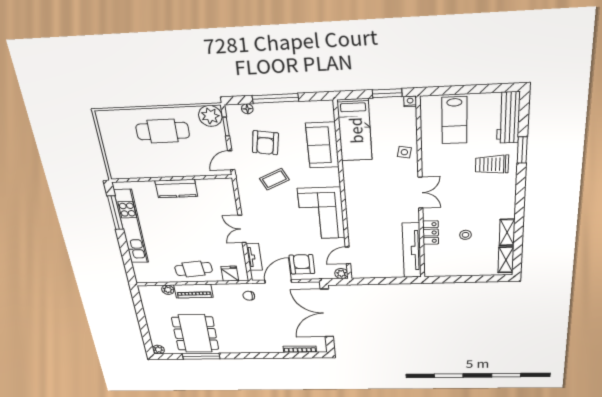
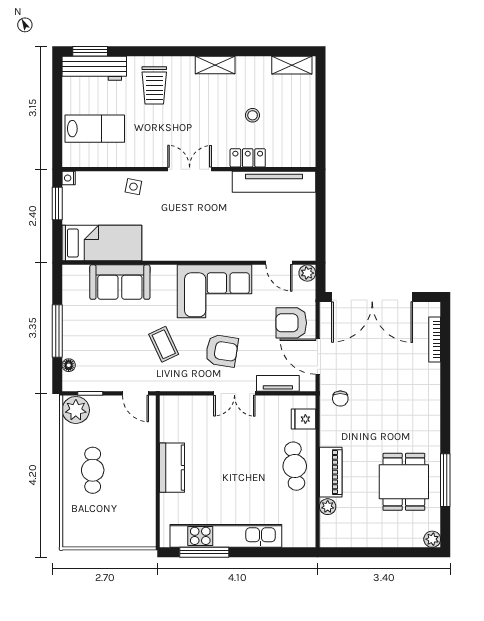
cafe table: (163, 131) -> (93, 470), width x0.73, depth x0.74
armchair: (265, 143) -> (222, 351), moved
window: (522, 150) -> (90, 51), moved
shelving: (507, 232) -> (215, 65), moved
dining table: (195, 333) -> (404, 482), width x0.73

